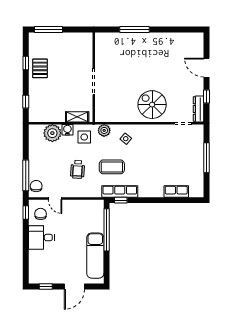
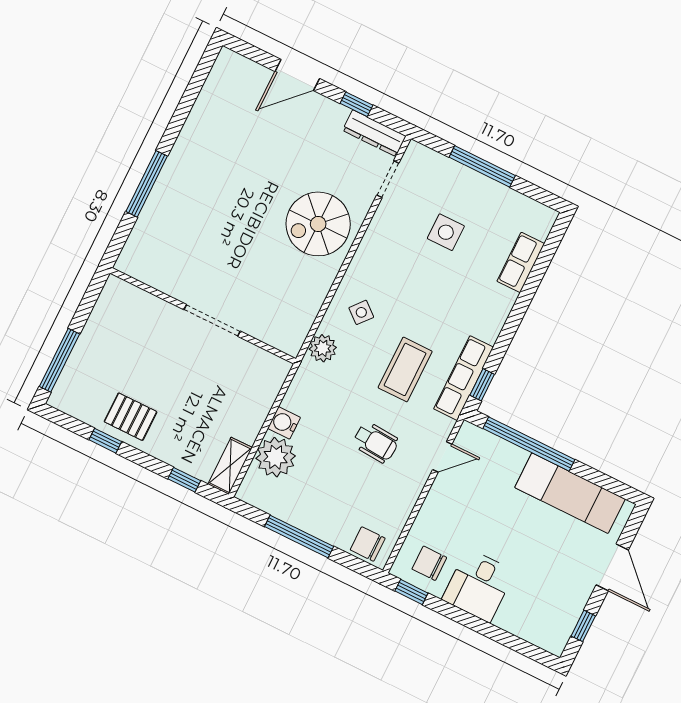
shelving: (77, 117) -> (230, 466), moved
side table: (84, 137) -> (446, 232), moved
window: (26, 175) -> (299, 536), moved
door: (55, 198) -> (442, 457), moved

